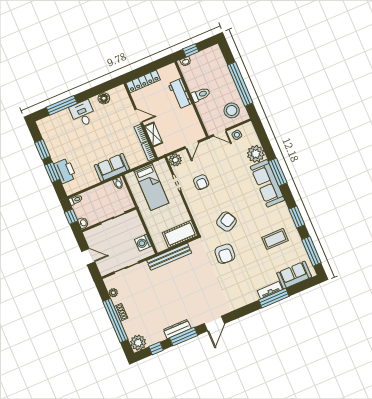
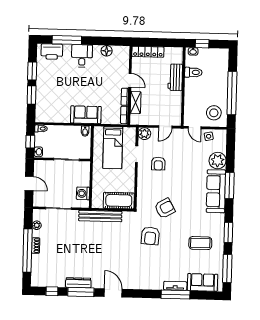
toilet: (201, 95) -> (193, 72), moved
printer: (65, 171) -> (52, 52), moved, turned 90
door: (214, 324) -> (113, 293), swing flipped
plant: (138, 343) -> (39, 279), removed

